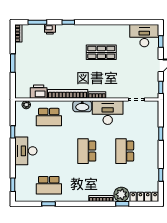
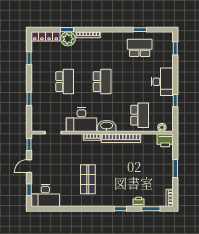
shop shelf: (101, 52) -> (88, 179), turned 90
printer: (39, 92) -> (165, 140), moved
school desk: (49, 117) -> (140, 115), turned 90

